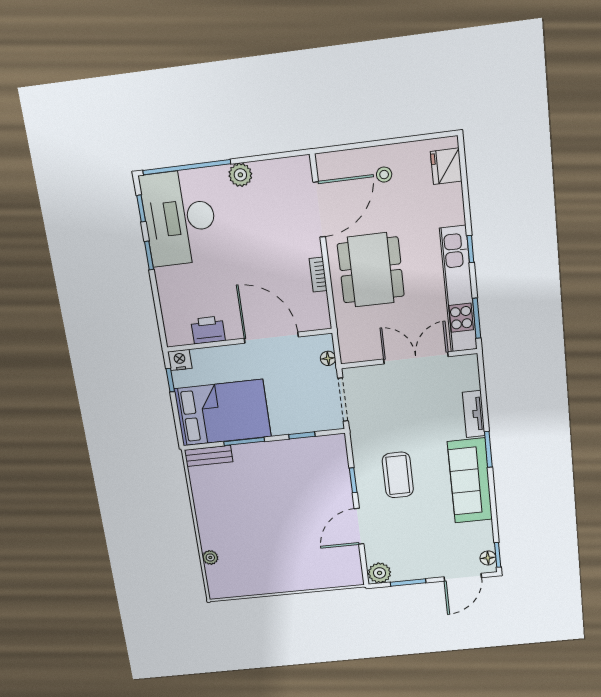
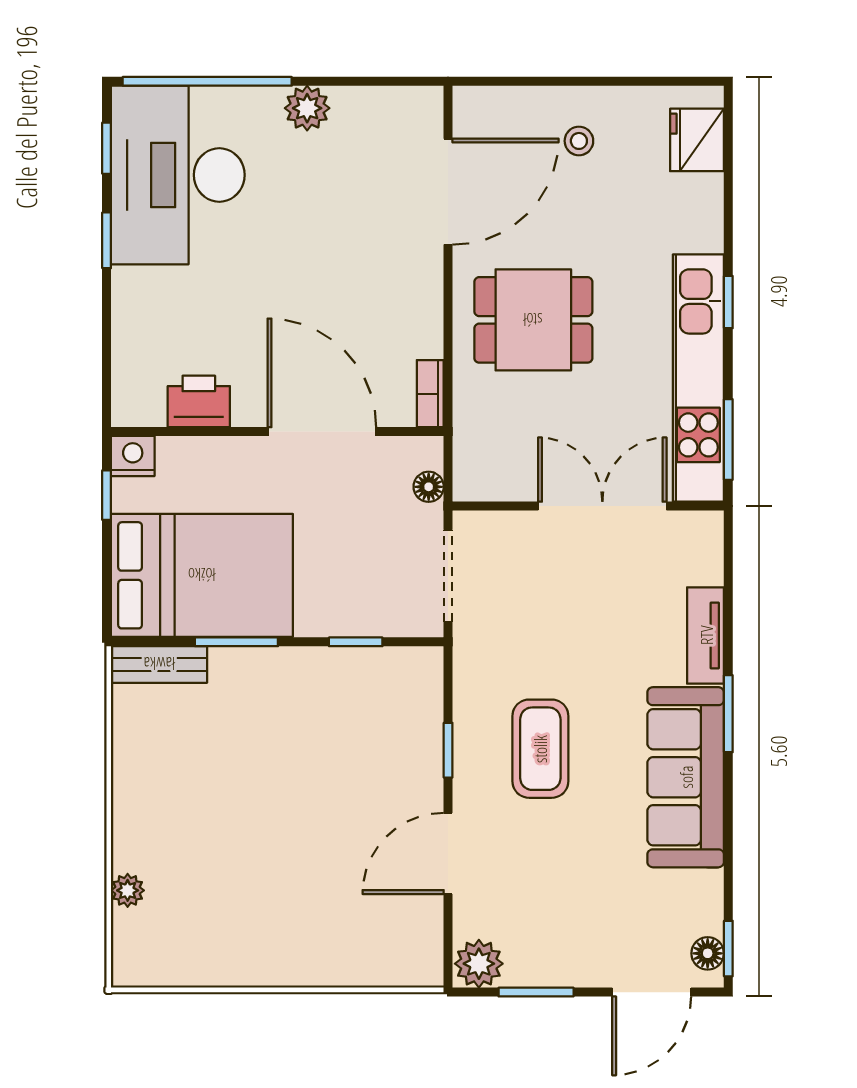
dining table: (371, 270) -> (533, 320), width x0.73
bookcase: (318, 275) -> (430, 394), moved

